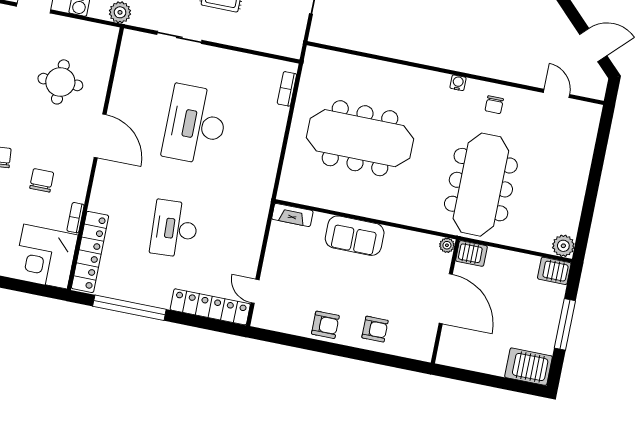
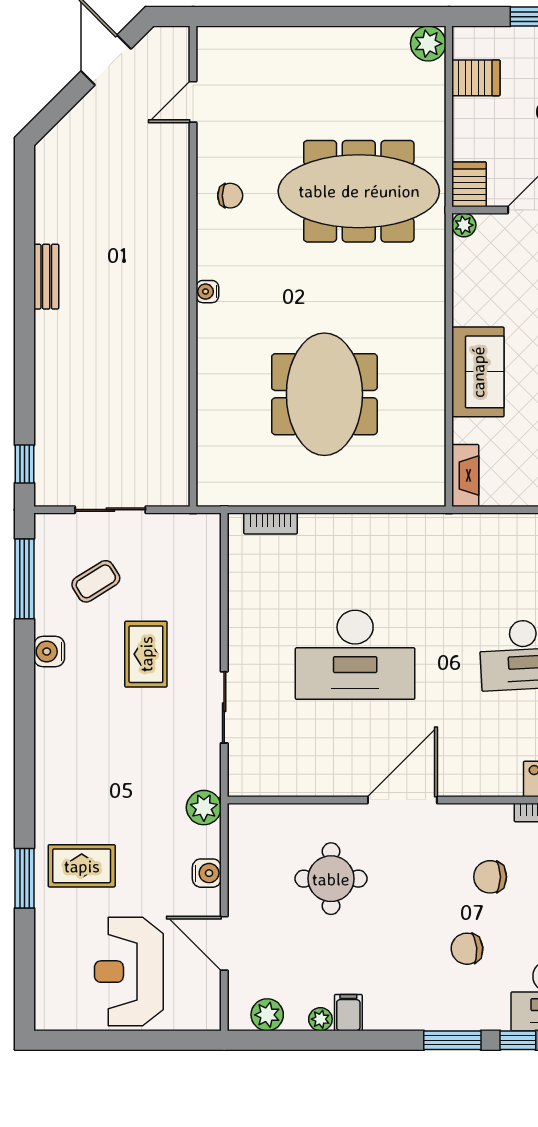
water cooler: (458, 83) -> (207, 292), moved
meeting table: (360, 138) -> (324, 394), width x0.73
server rack: (554, 271) -> (476, 78), moved, turned -90

